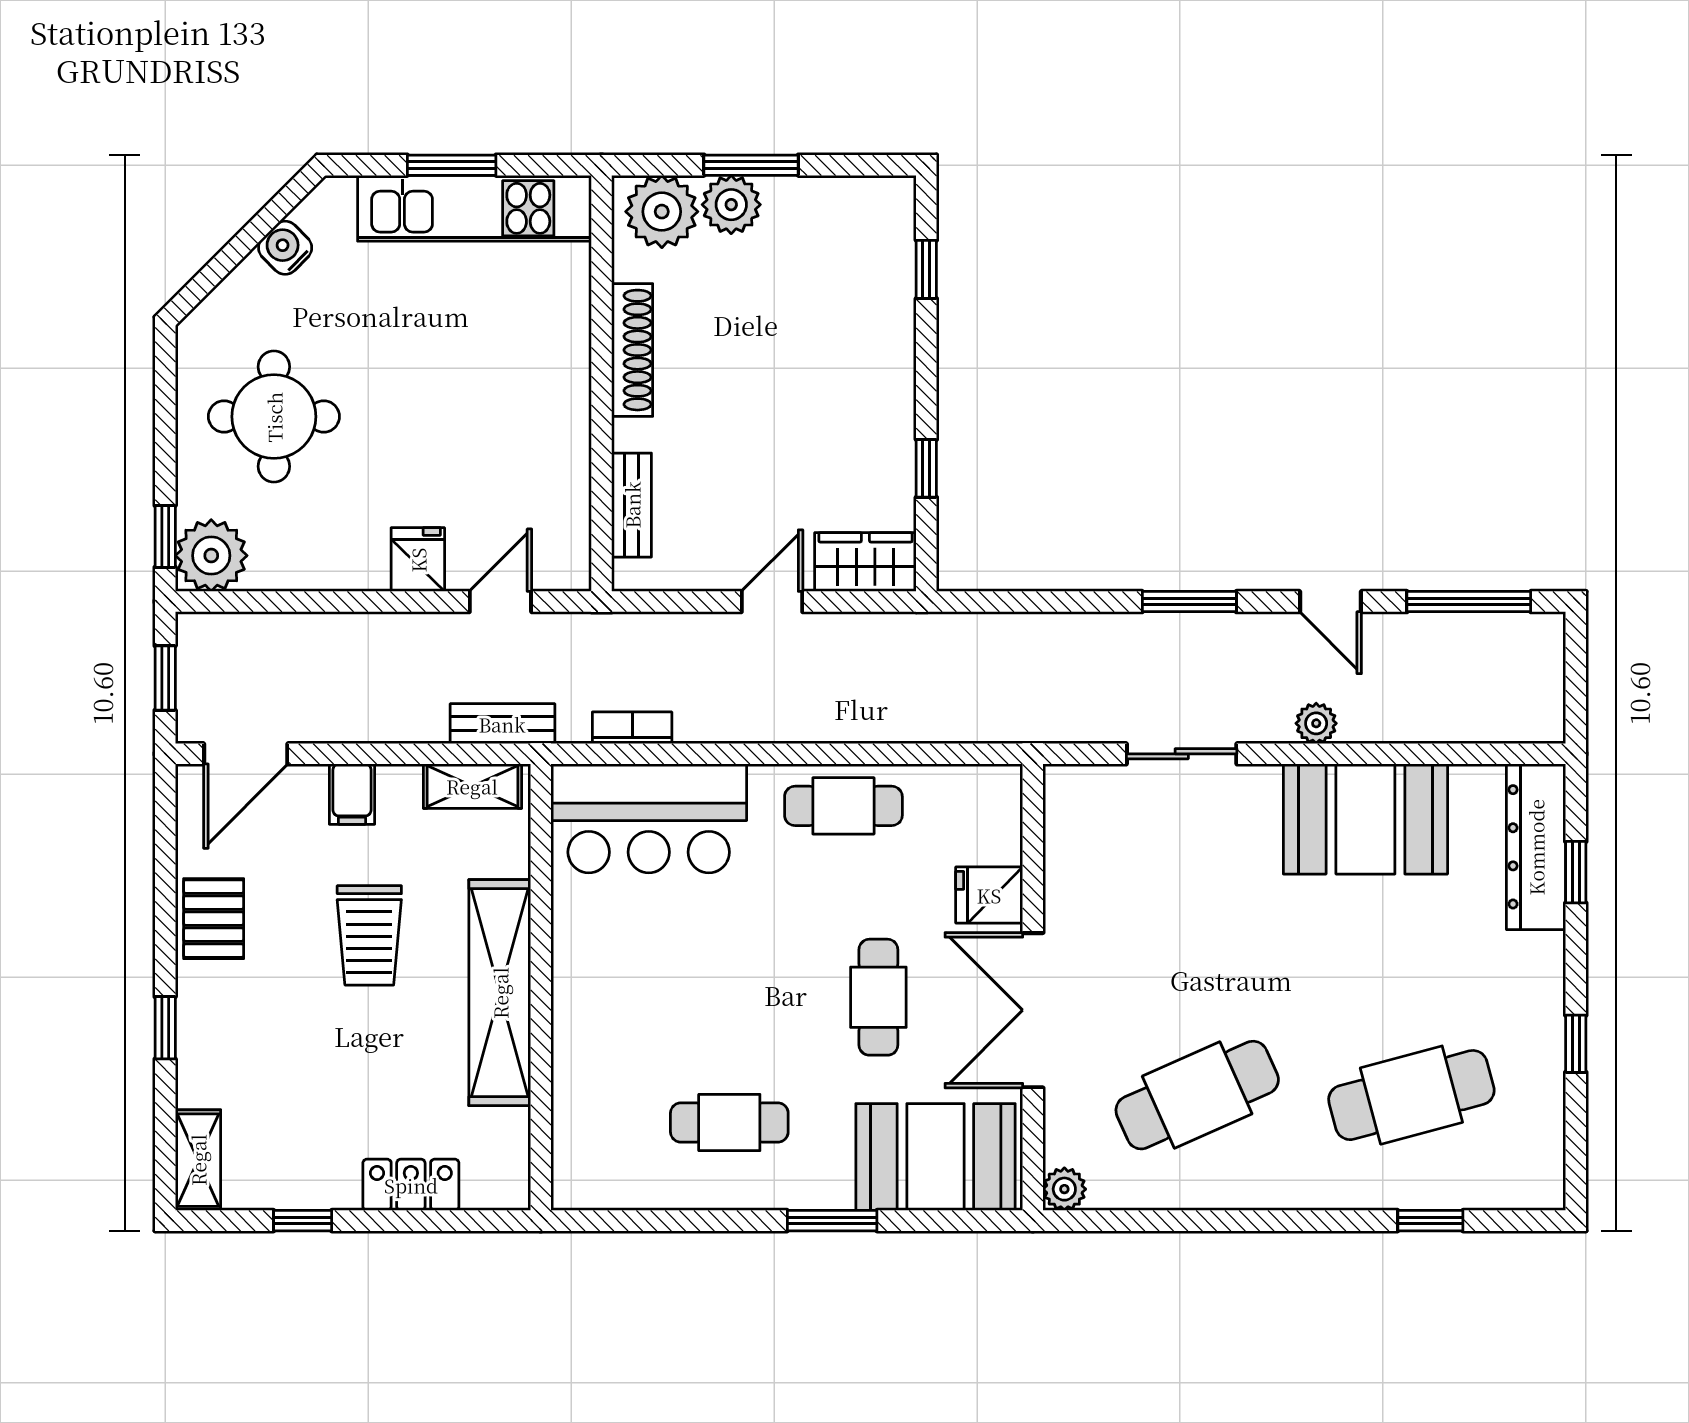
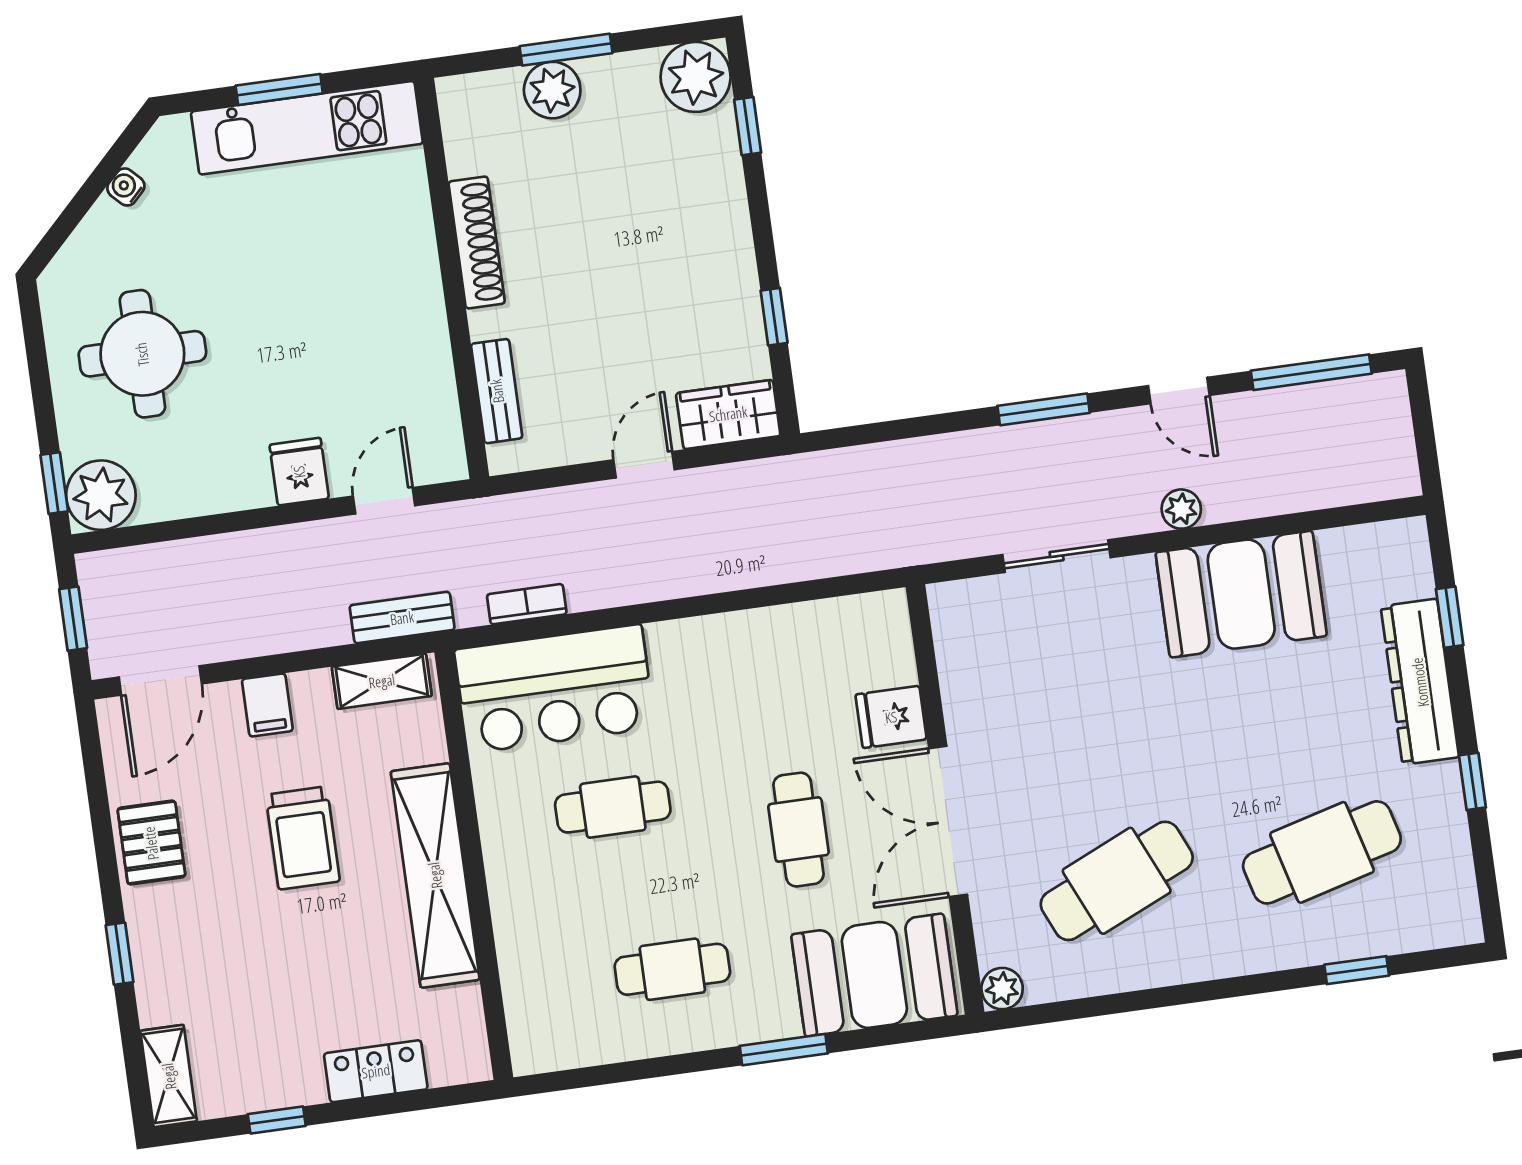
plant: (662, 212) -> (696, 77), moved
water cooler: (285, 248) -> (126, 187), width x0.72, depth x0.72
cafe table: (843, 806) -> (613, 807), moved
dresser: (1536, 847) -> (1420, 682), moved

